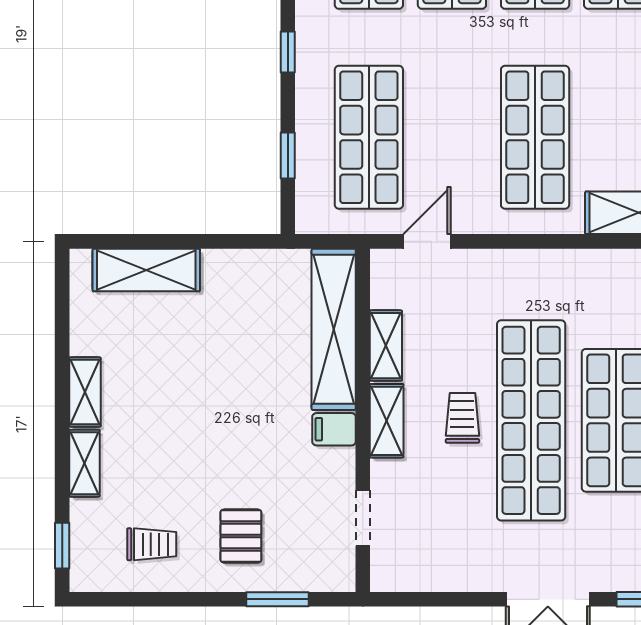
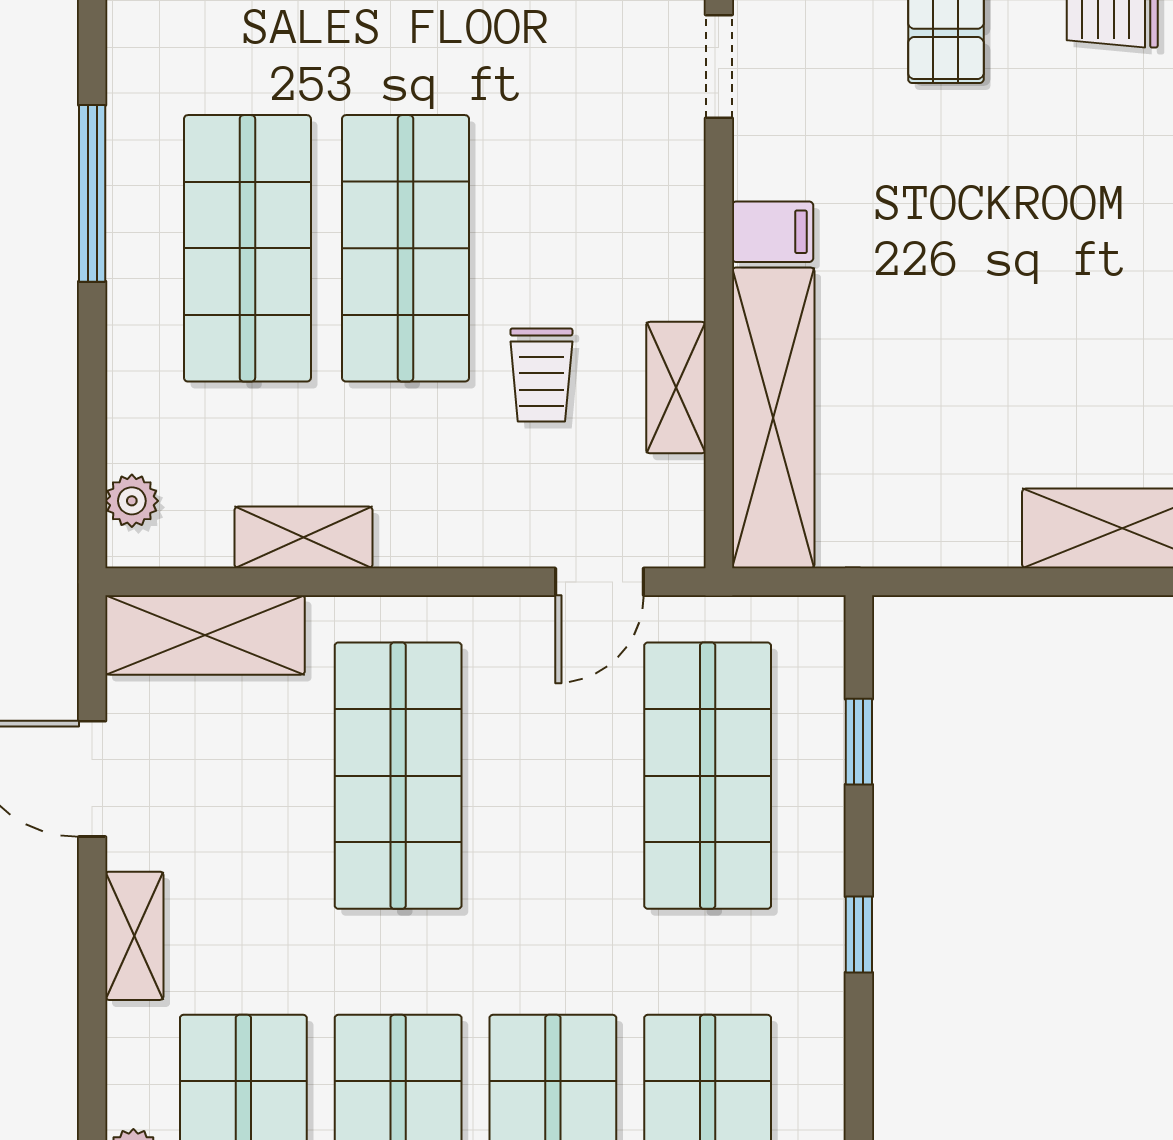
trolley: (462, 418) -> (541, 375), moved
shop shelf: (531, 420) -> (405, 248), width x0.71
shelving: (387, 421) -> (304, 537), moved, turned 90

